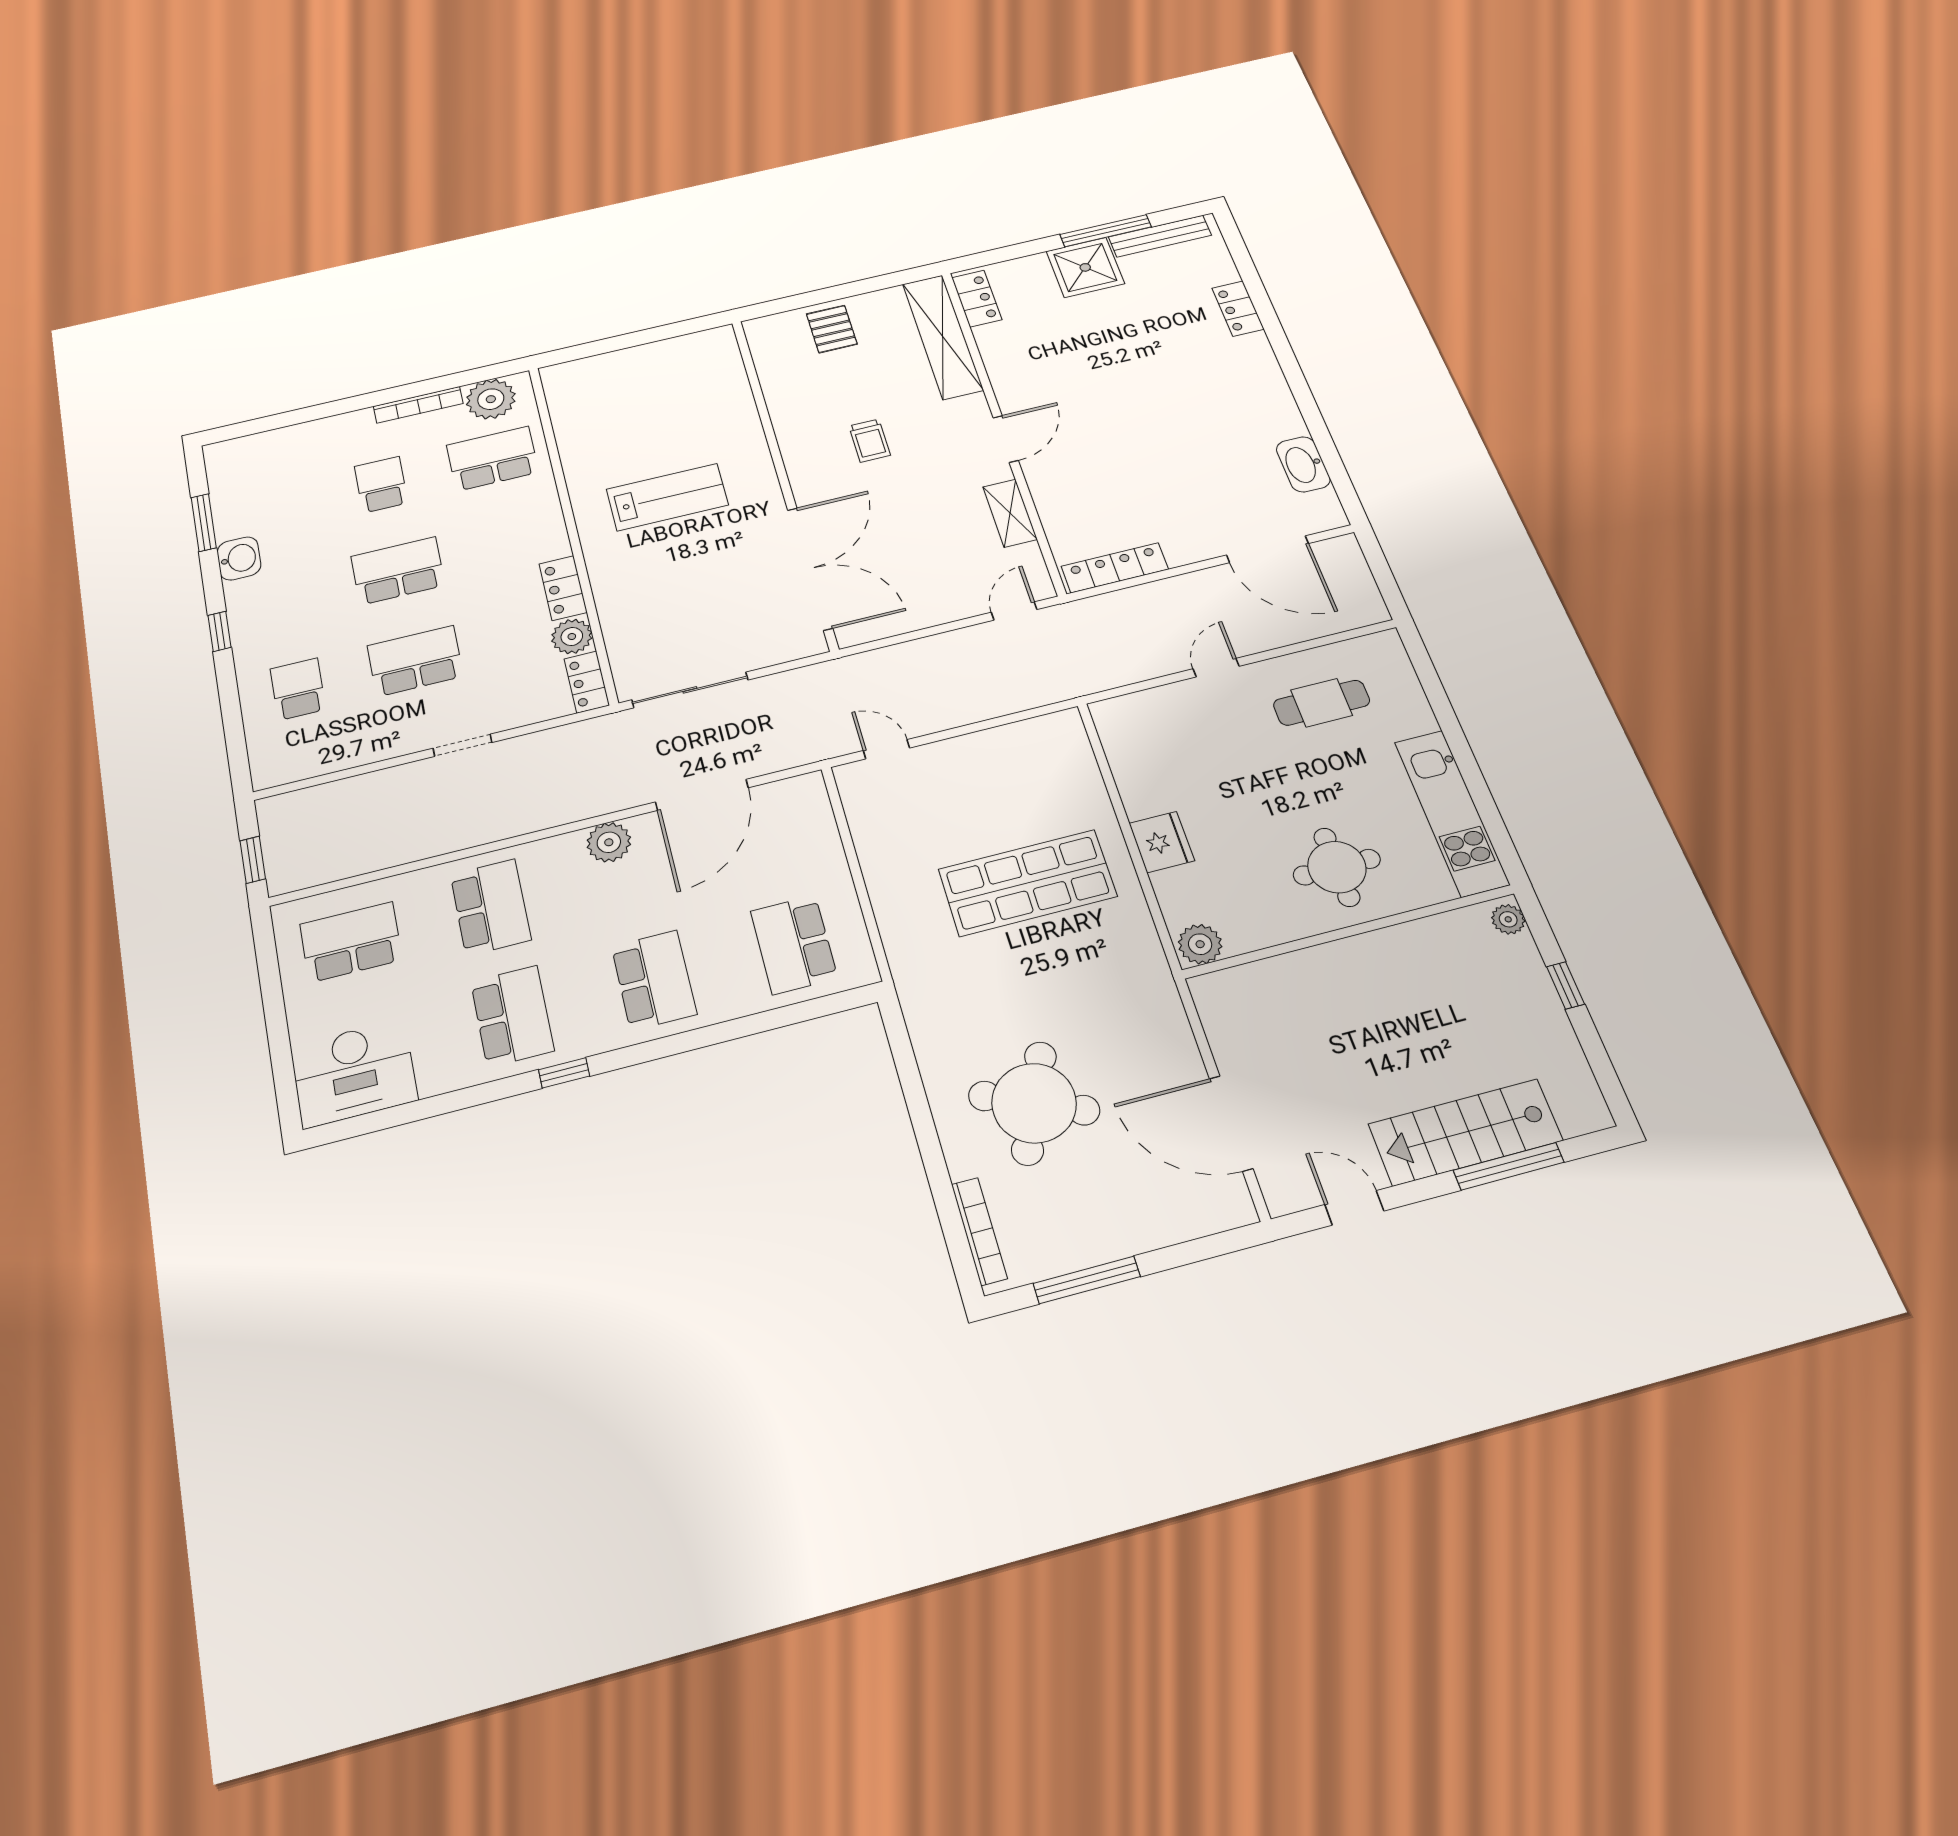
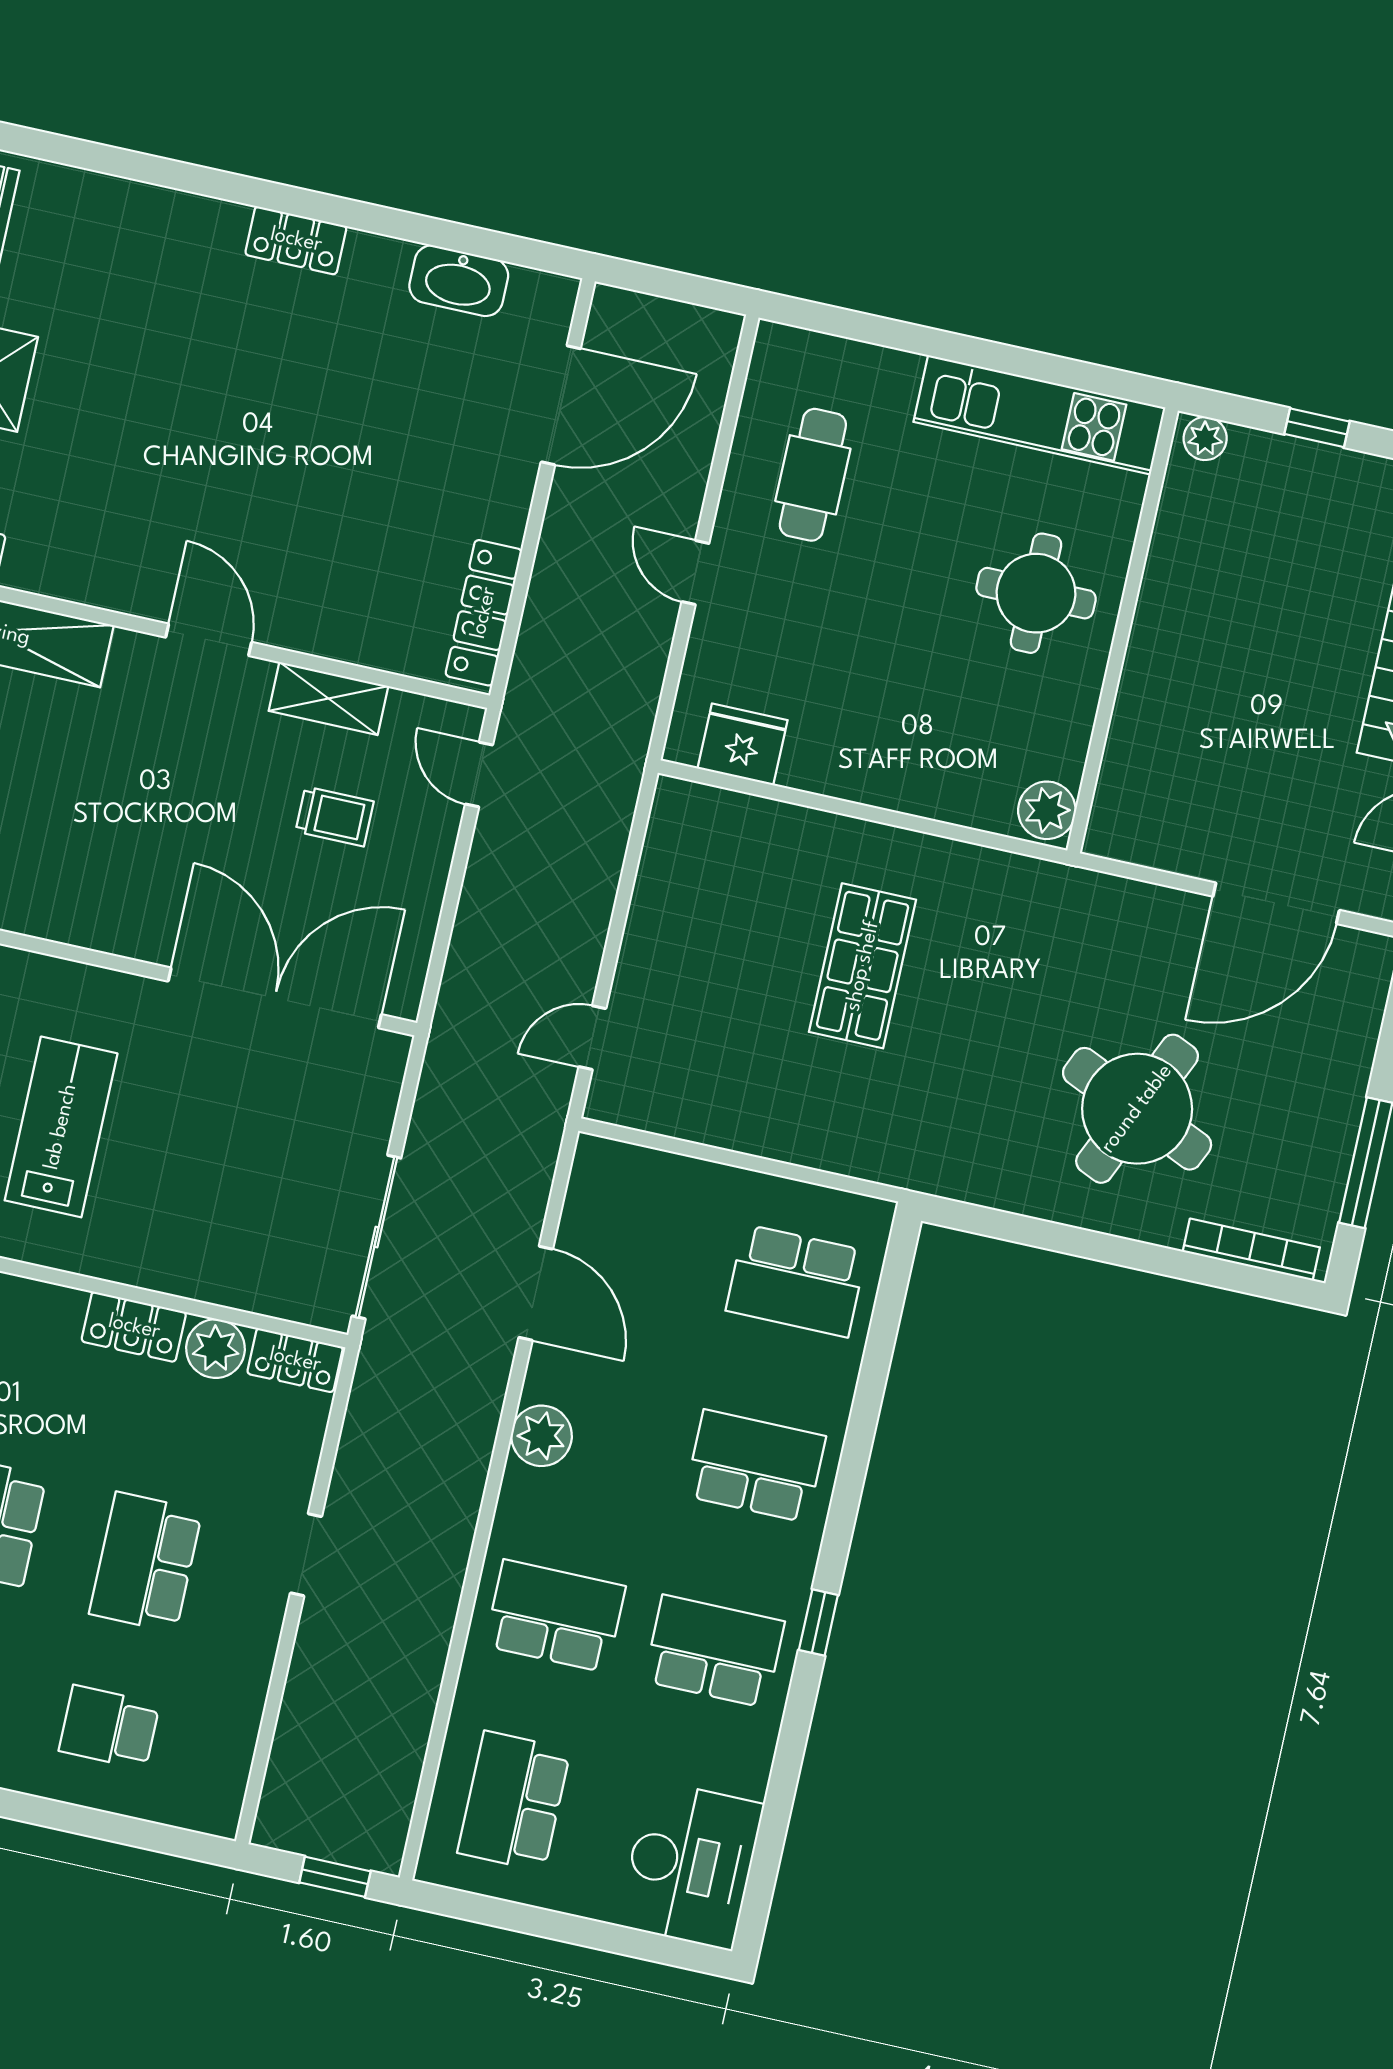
locker: (1238, 309) -> (296, 240), moved
trolley: (870, 441) -> (335, 816), moved
door: (702, 795) -> (536, 1293), width x0.73
fridge: (1162, 842) -> (743, 744), moved
shop shelf: (1027, 883) -> (863, 966), width x0.70, depth x0.74

